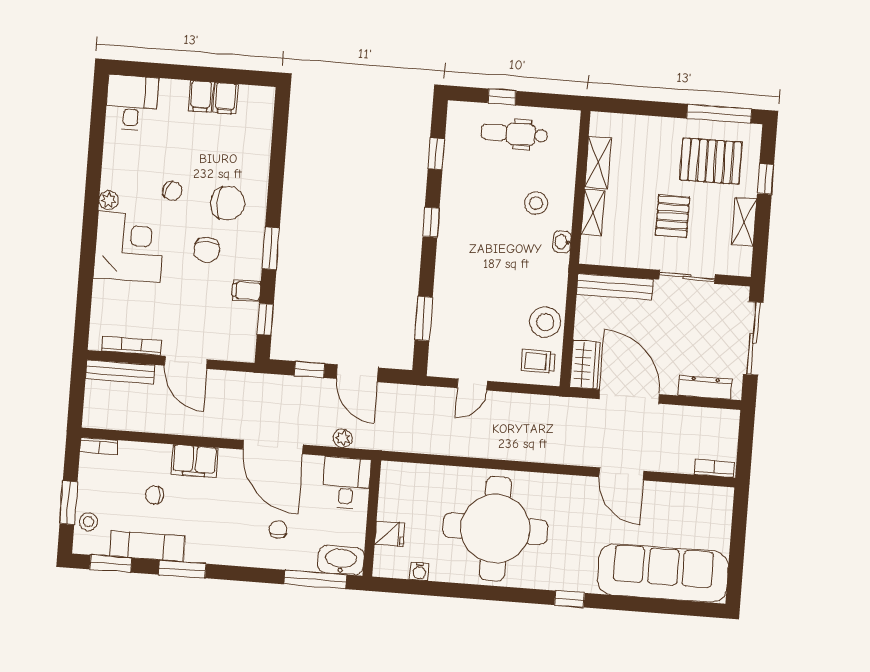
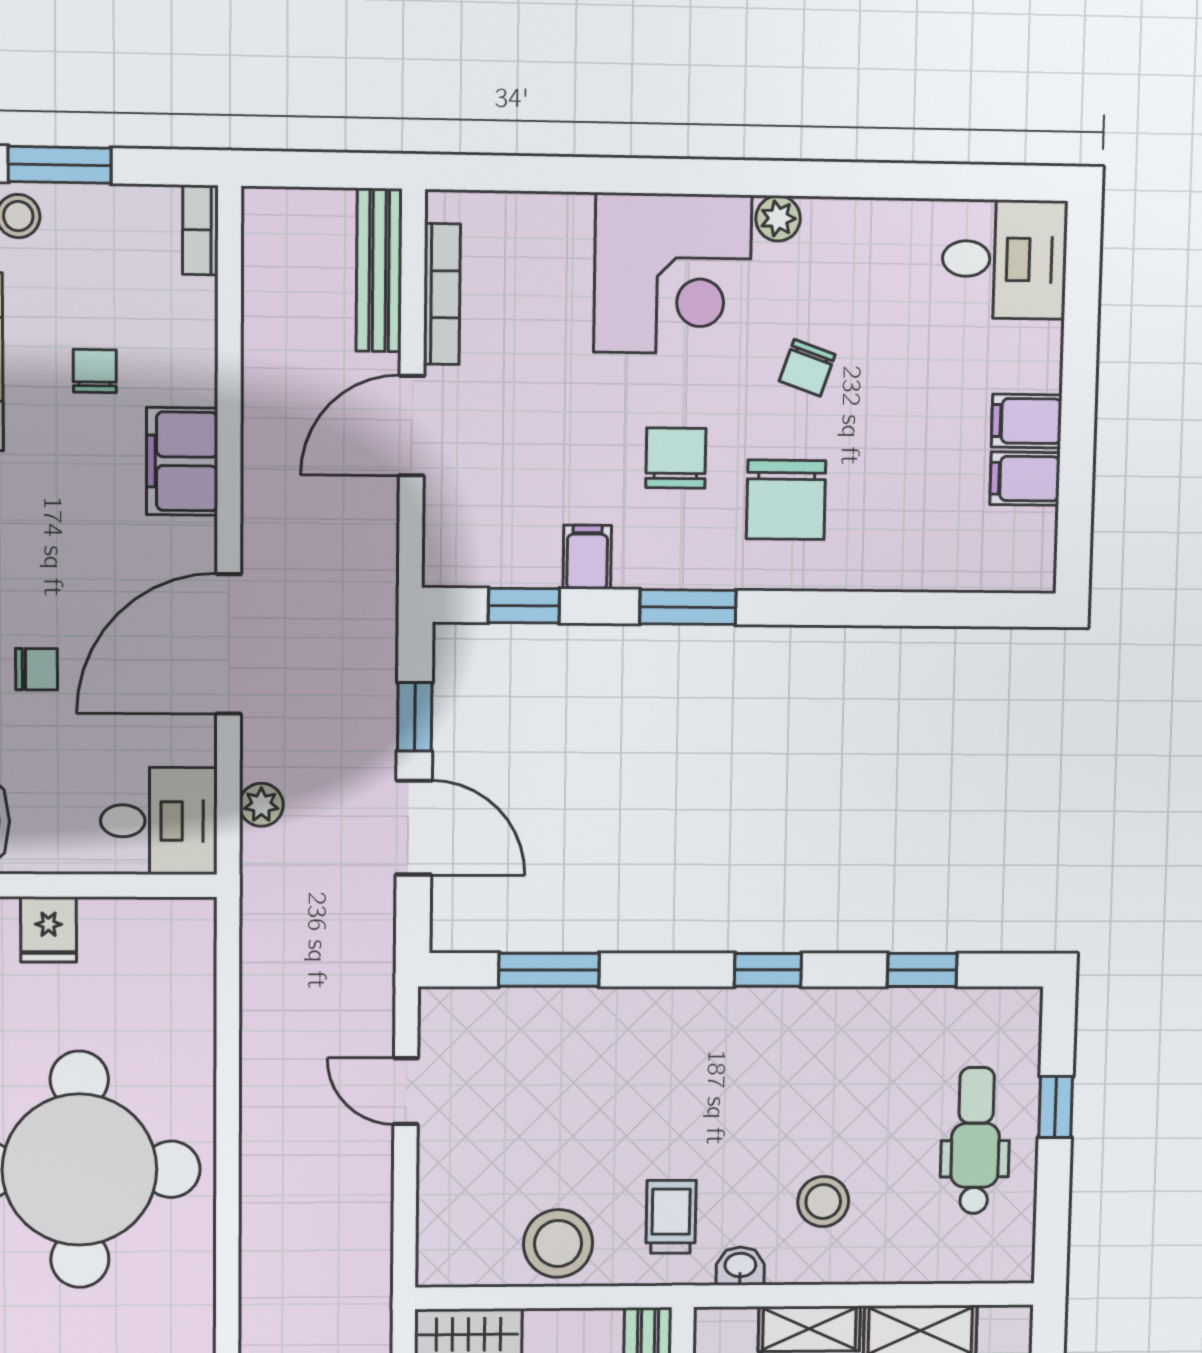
chair: (207, 250) -> (676, 458), turned 90
trolley: (538, 361) -> (671, 1217), moved
door: (357, 373) -> (414, 828), swing flipped

